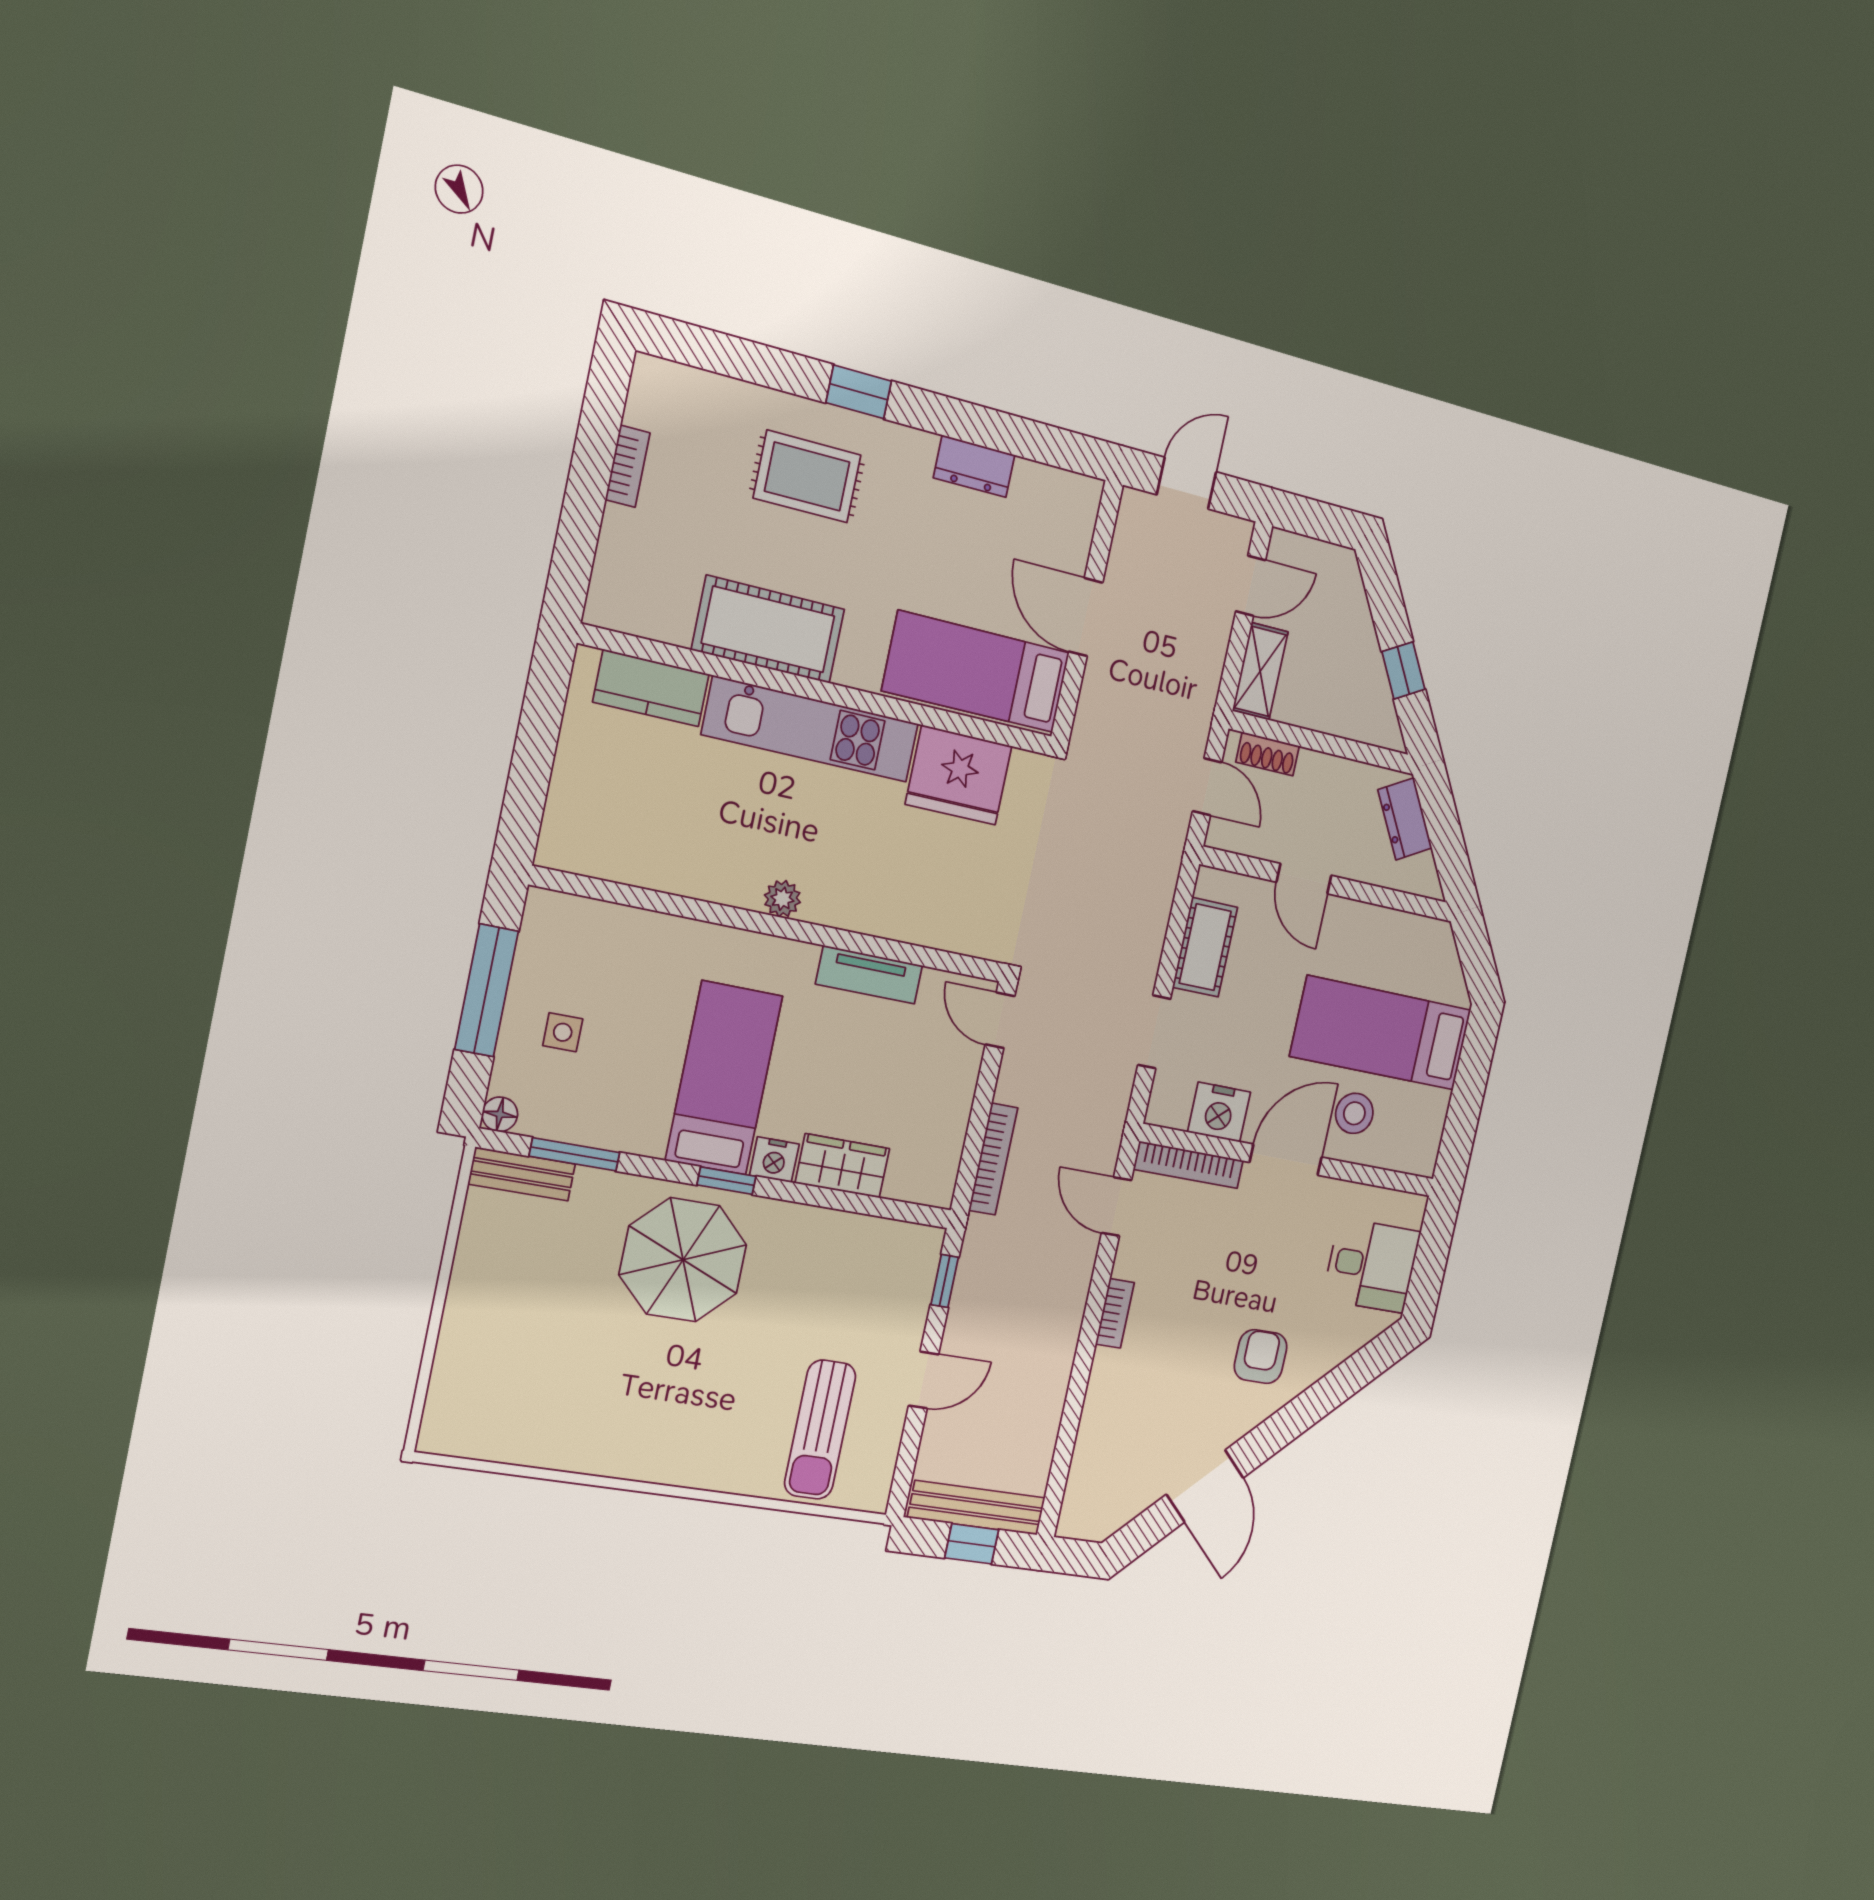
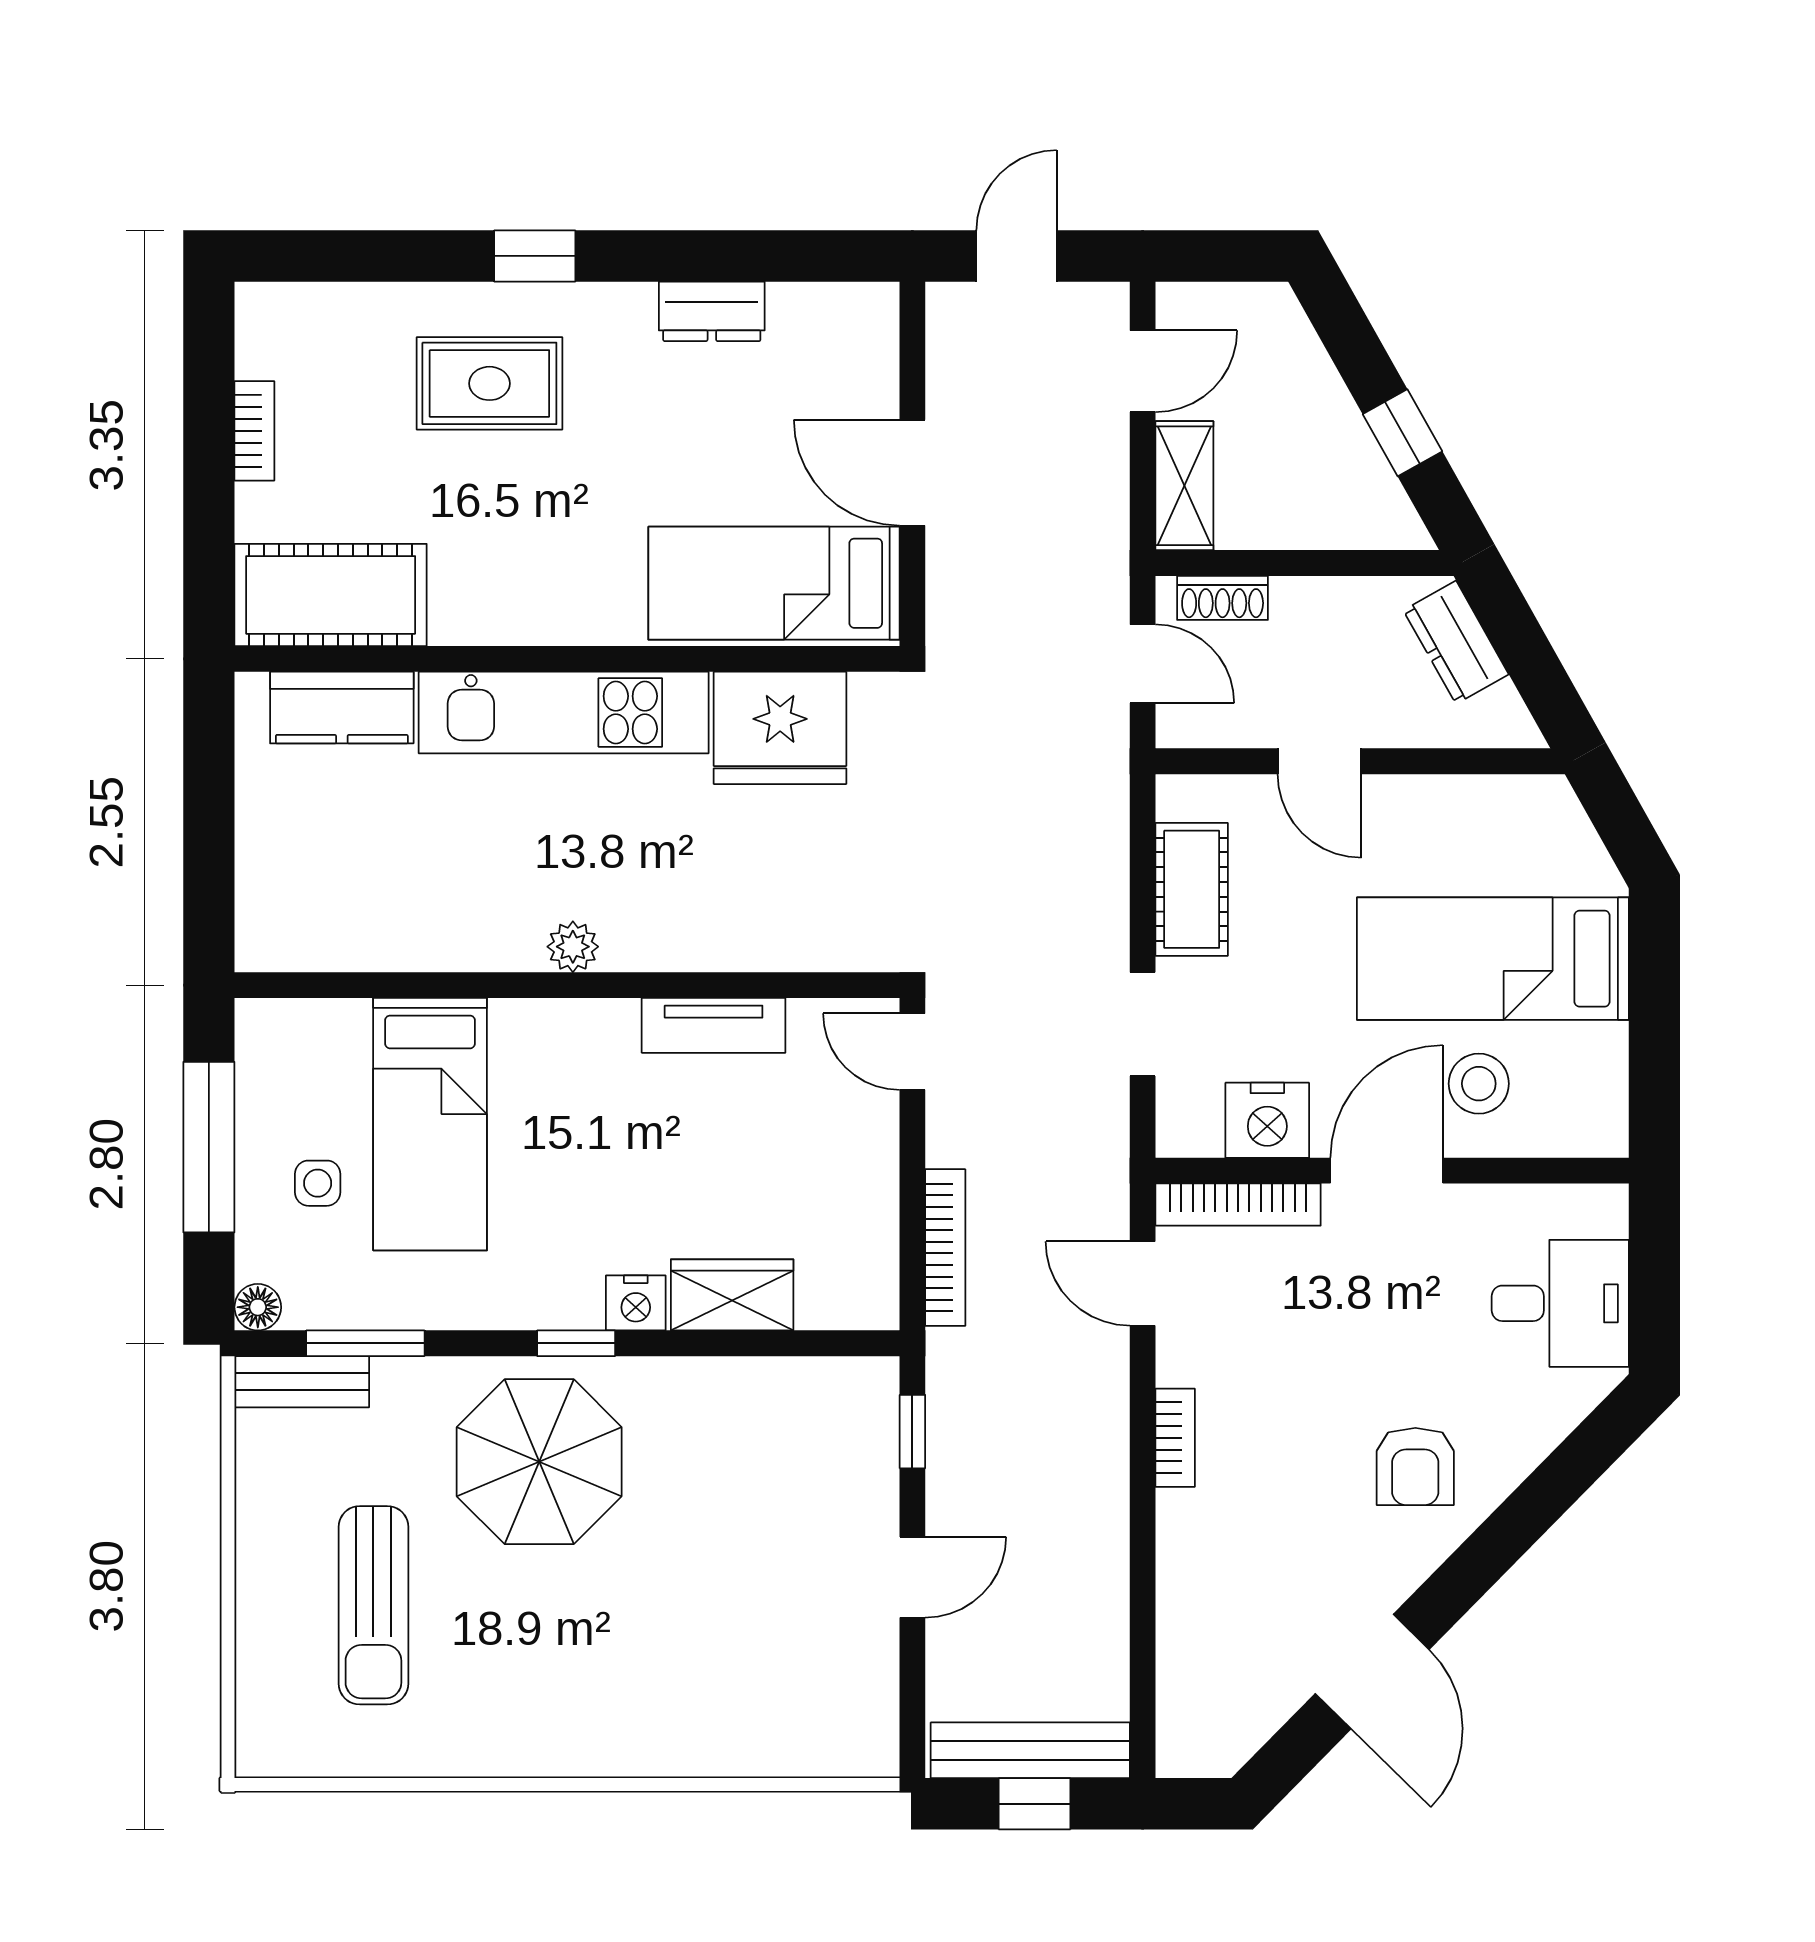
cot: (768, 630) -> (331, 595), moved
bed: (724, 1078) -> (430, 1124), moved, turned 180
armchair: (1261, 1357) -> (1415, 1466), turned 180
sun lounger: (820, 1430) -> (373, 1605), moved

